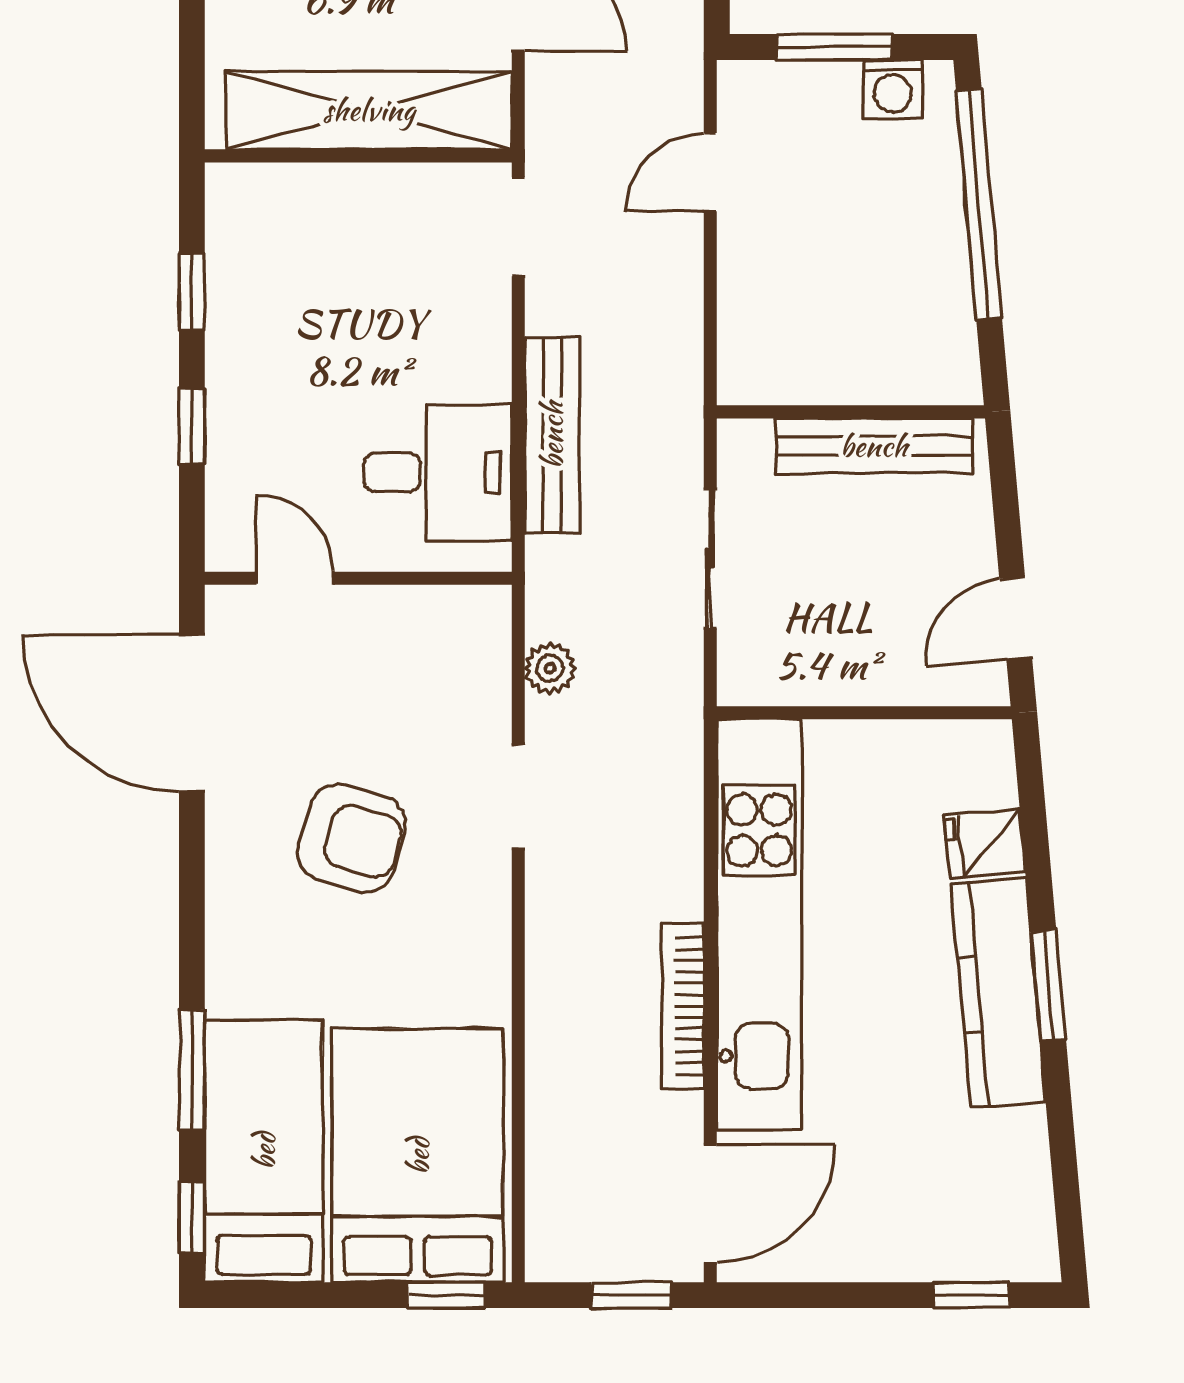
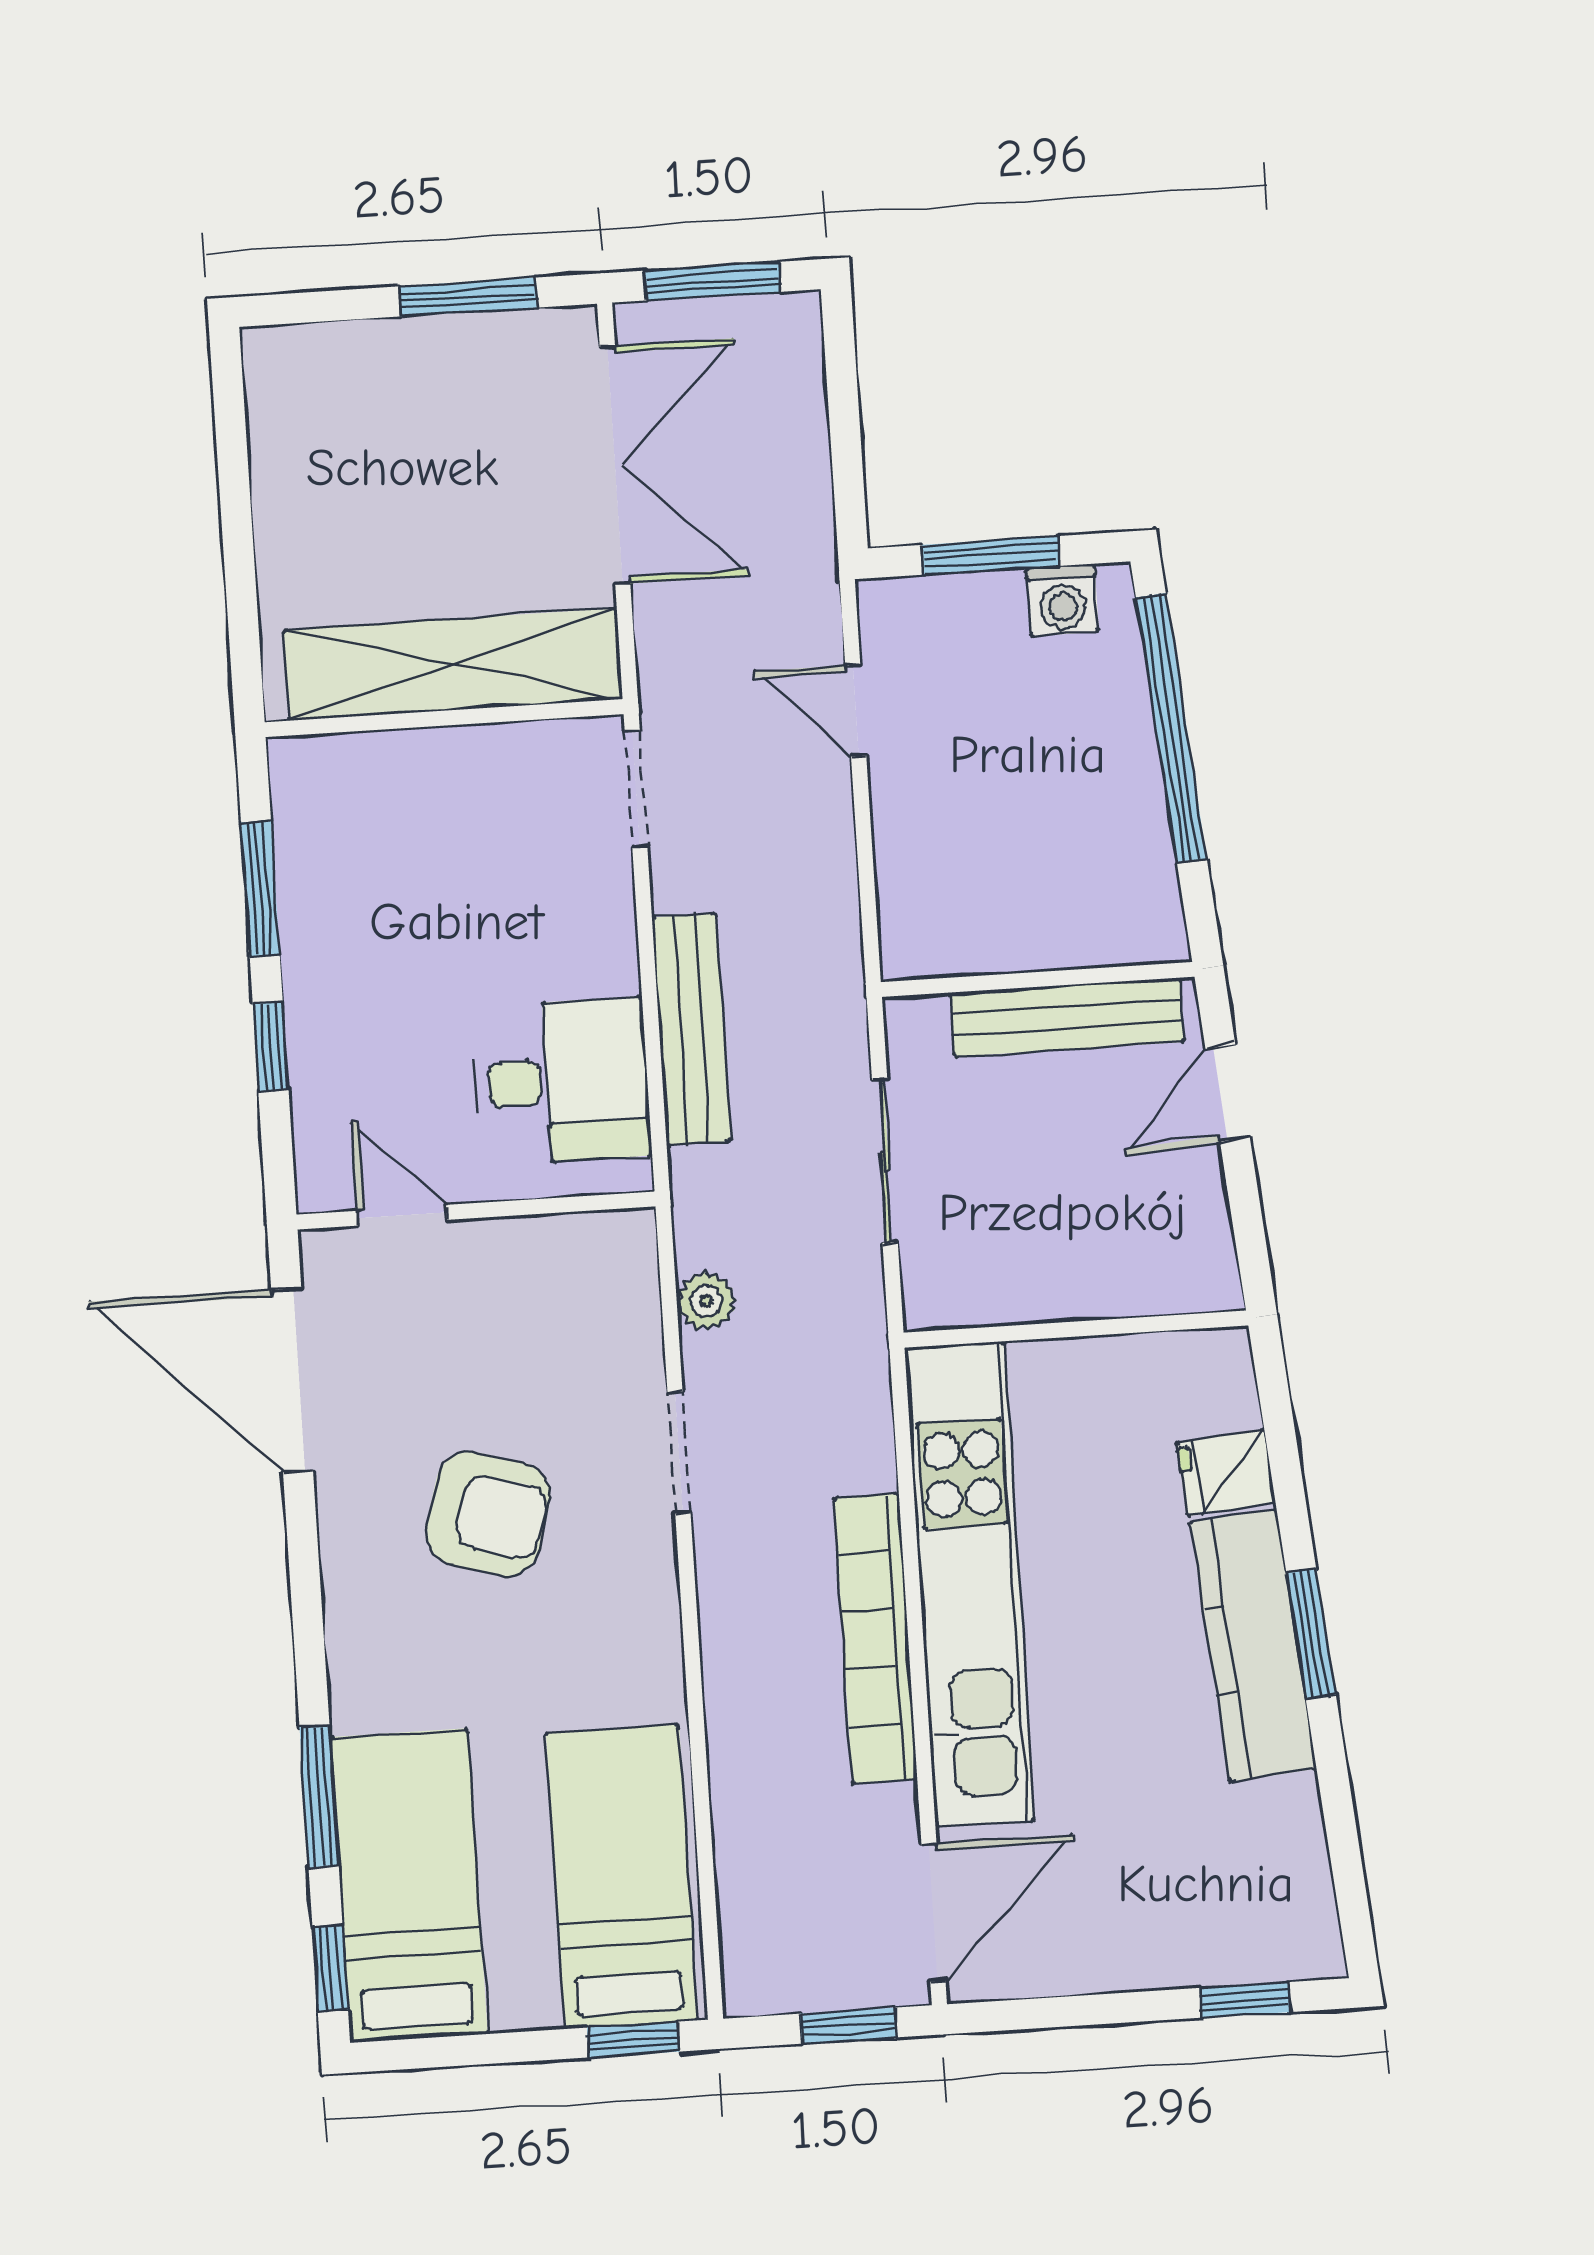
door: (710, 172) -> (856, 711), hinge flipped
window: (192, 292) -> (260, 889), width x1.50
door: (1016, 618) -> (1228, 1093), moved
bookcase: (683, 1006) -> (876, 1639), width x1.48, depth x1.31
bed: (418, 1156) -> (622, 1877), width x0.67

